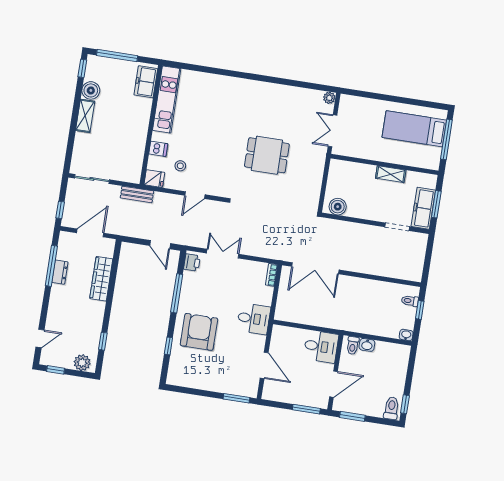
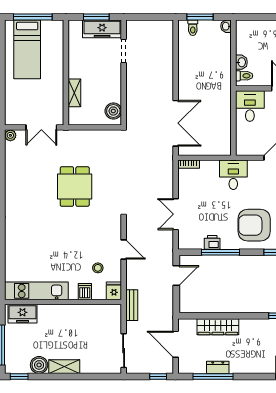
shelving: (391, 174) -> (74, 93), moved
printer: (192, 263) -> (212, 242), moved
window: (420, 310) -> (200, 17), width x1.50

